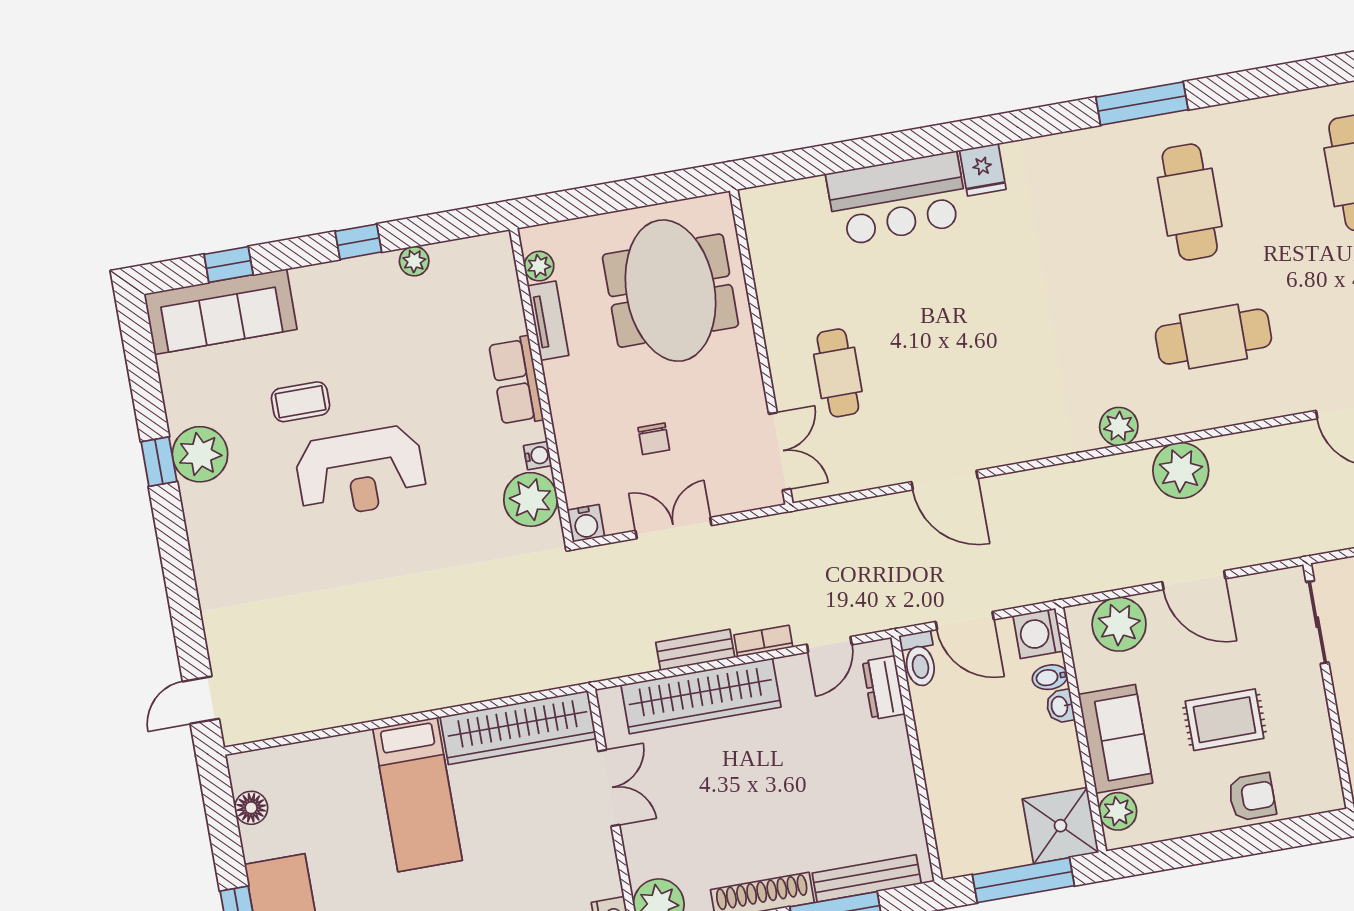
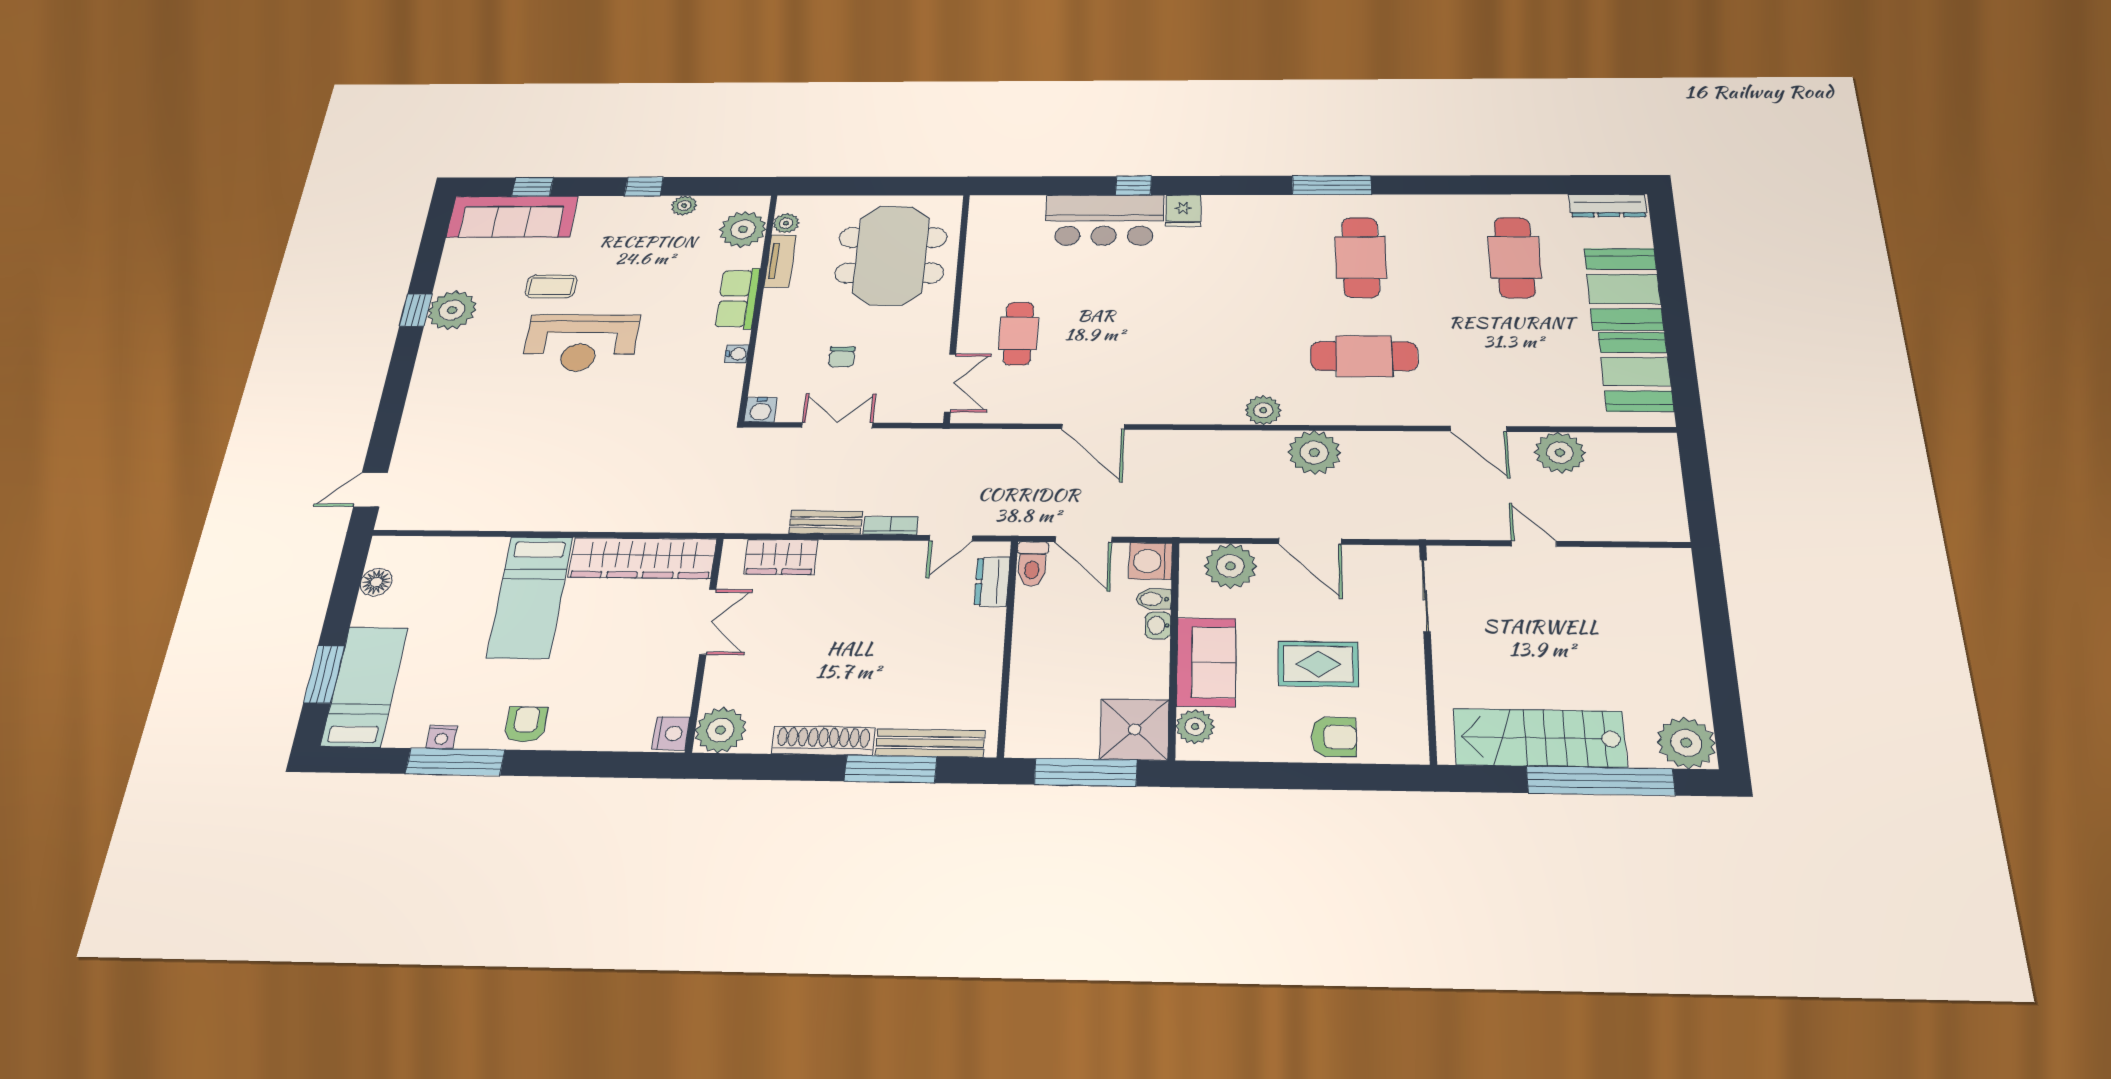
window: (920, 143) -> (1133, 186), added
plant: (531, 499) -> (743, 229), moved
wardrobe: (701, 696) -> (781, 557), width x0.48, depth x0.85

